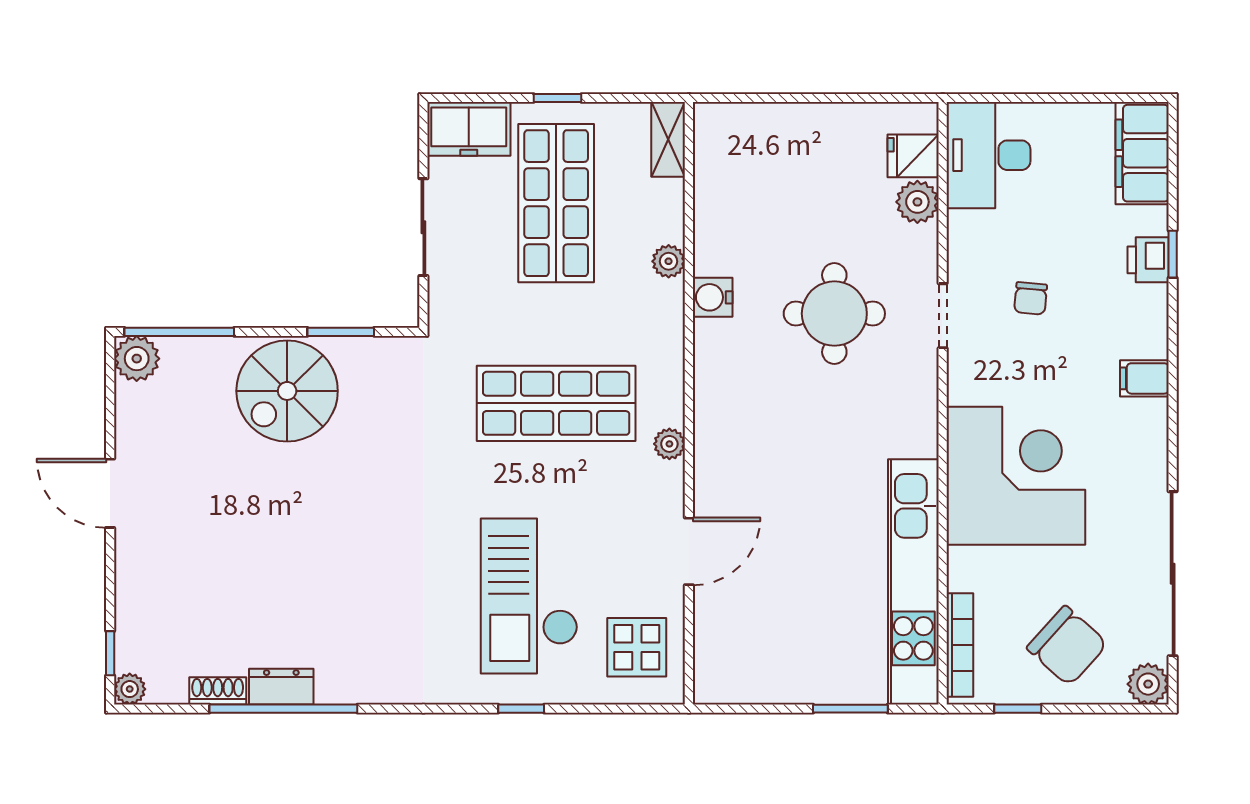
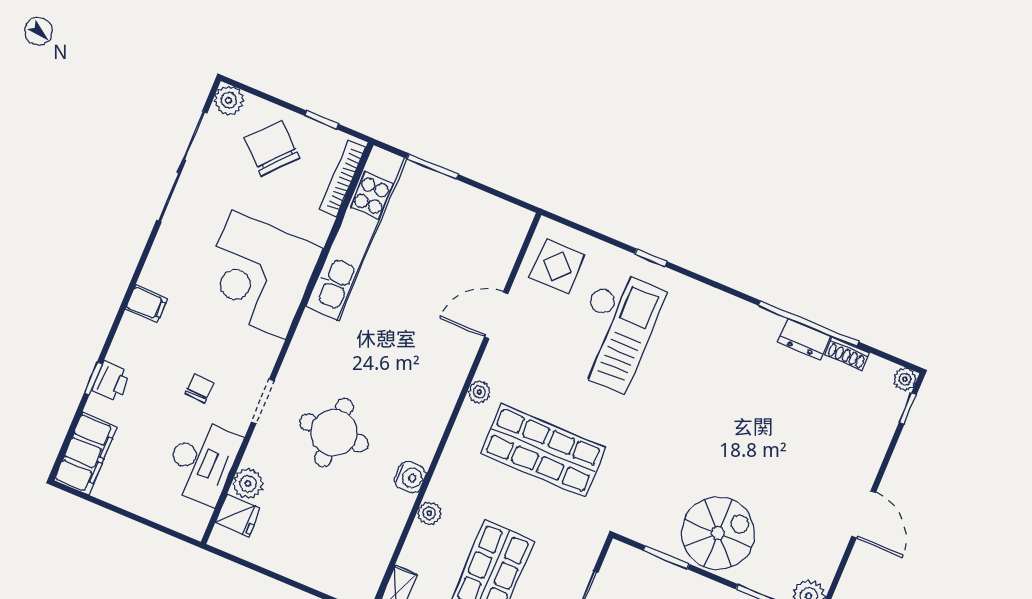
desk: (988, 155) -> (202, 462), moved

